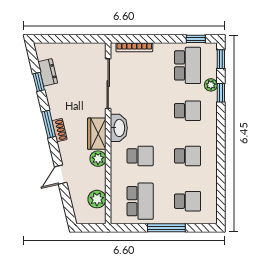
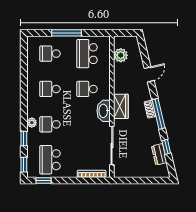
plant: (211, 85) -> (32, 123), moved
window: (49, 124) -> (158, 114), width x1.44
plant: (98, 159) -> (120, 87), removed

